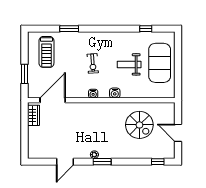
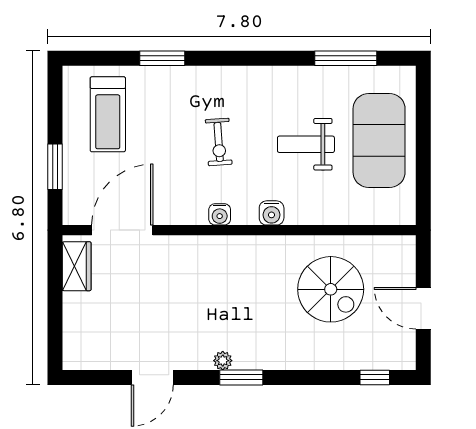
window: (146, 29) -> (346, 58), width x2.17

